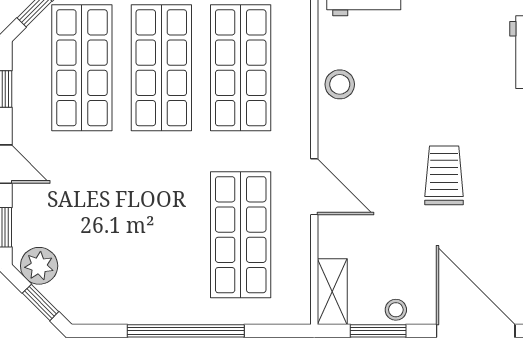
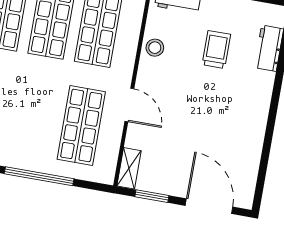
trolley: (444, 175) -> (216, 50), moved
stool: (396, 310) -> (164, 186), removed

